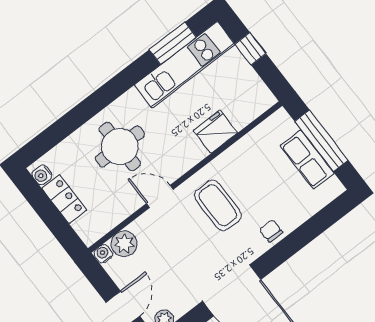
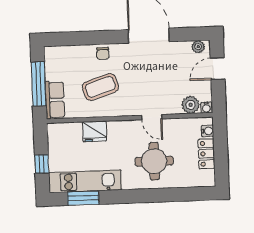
row of seats: (307, 160) -> (55, 100), moved
water cooler: (42, 175) -> (208, 131), moved
coffee table: (218, 205) -> (100, 87), moved, turned 72

